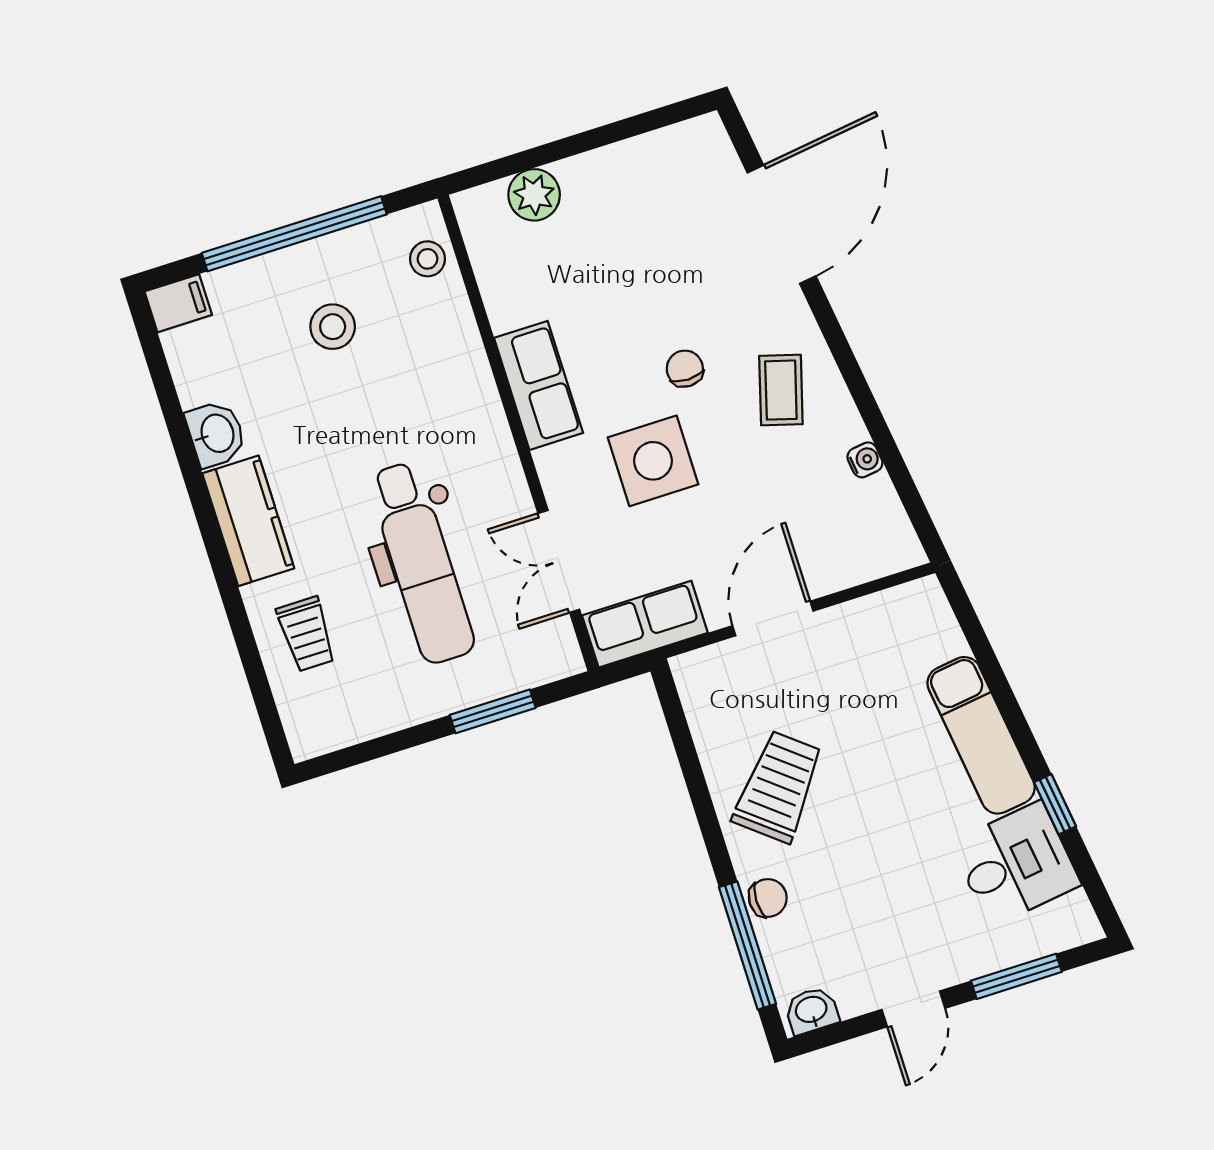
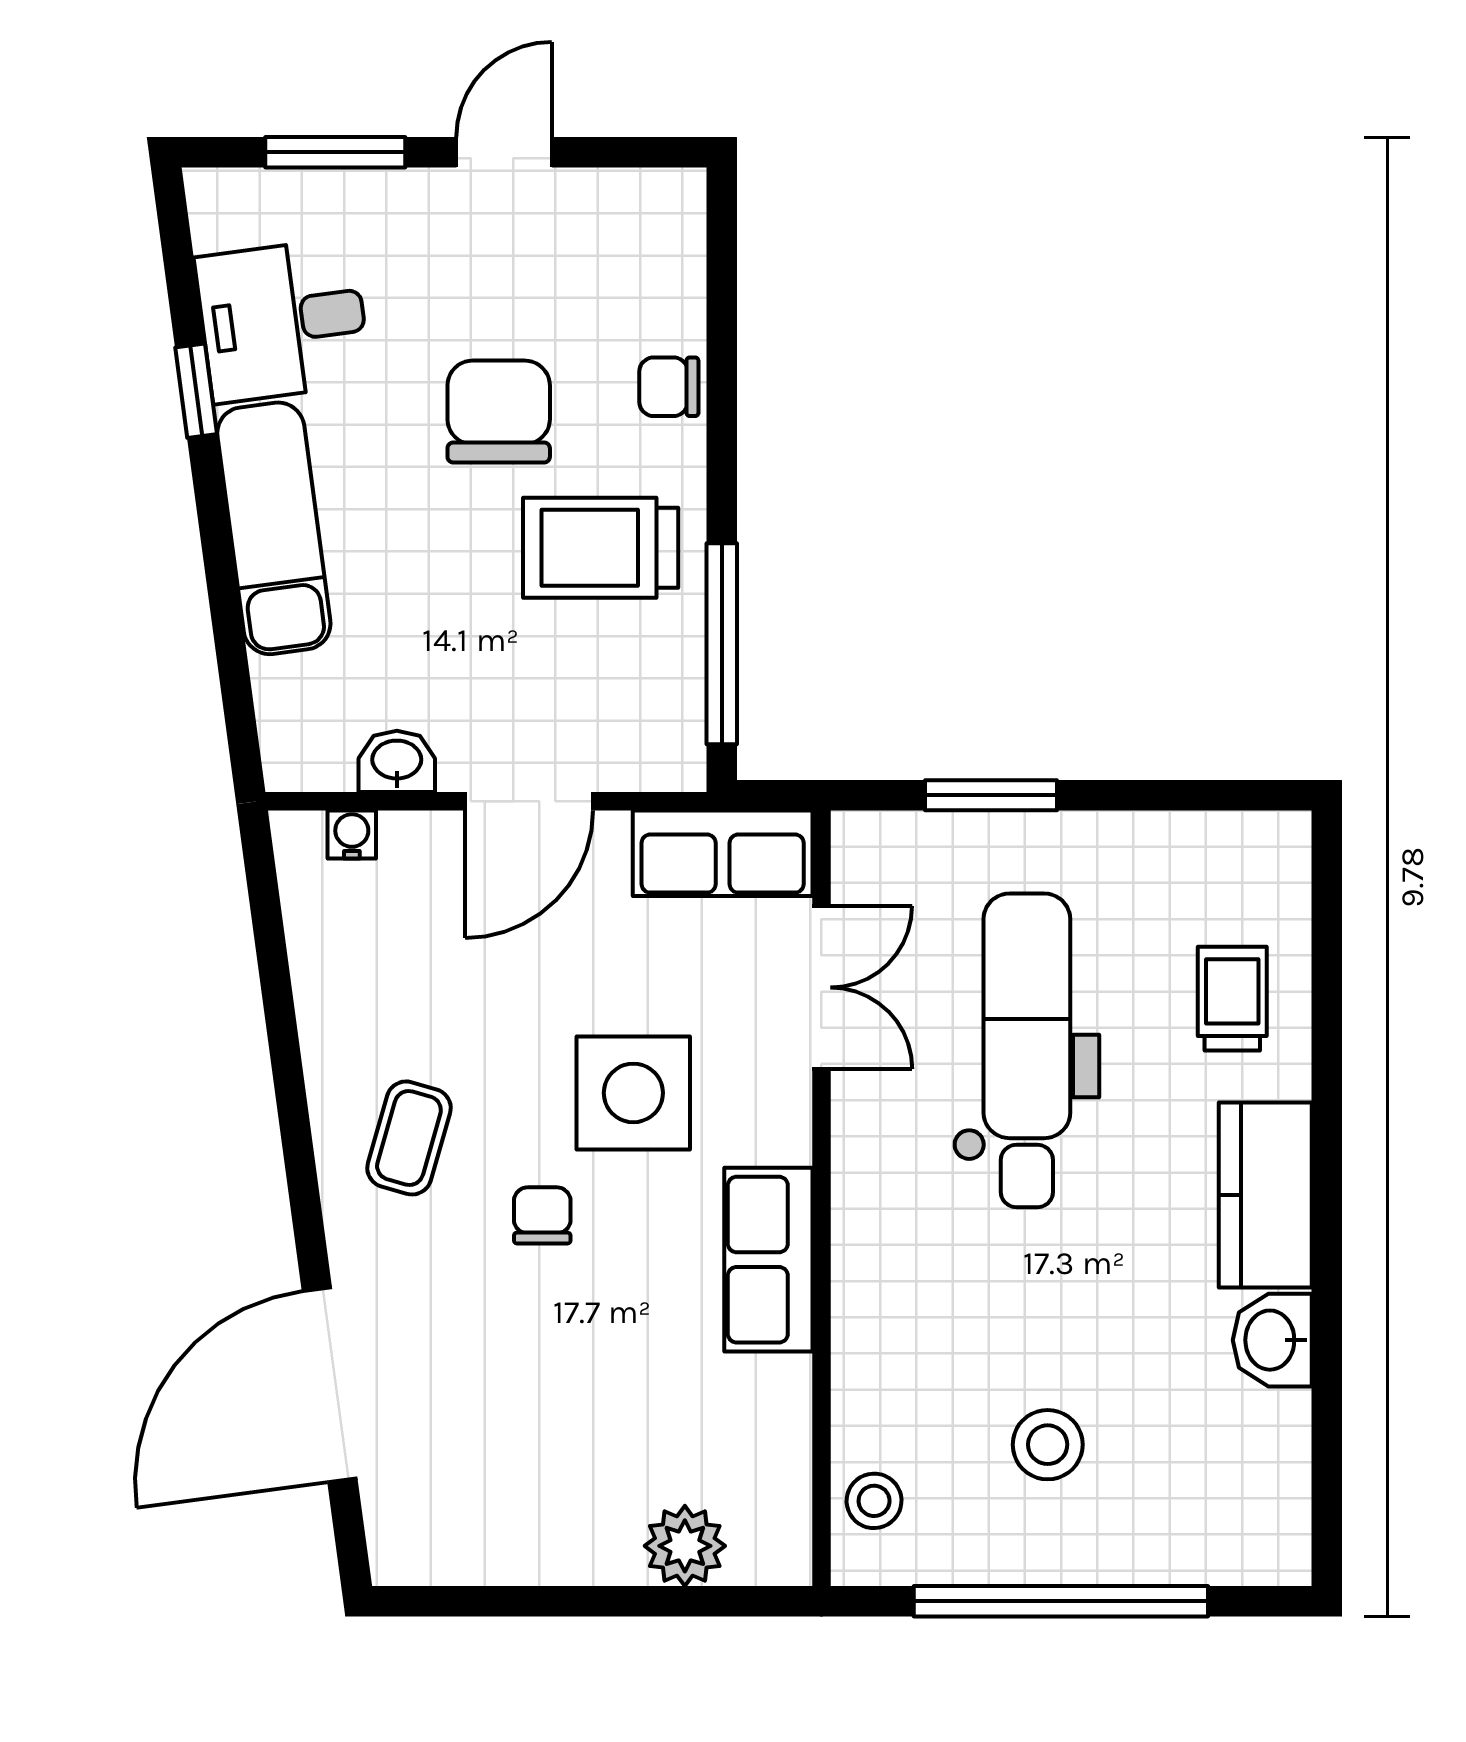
filing cabinet: (178, 303) -> (1267, 1553), removed
chair: (685, 369) -> (542, 1215), turned 180
water cooler: (865, 460) -> (352, 834), moved, turned 98
trolley: (778, 787) -> (601, 548), turned 51
chair: (867, 850) -> (499, 412), added
window: (748, 945) -> (722, 644), moved
washbasin: (812, 1010) -> (397, 761), moved, turned 180

